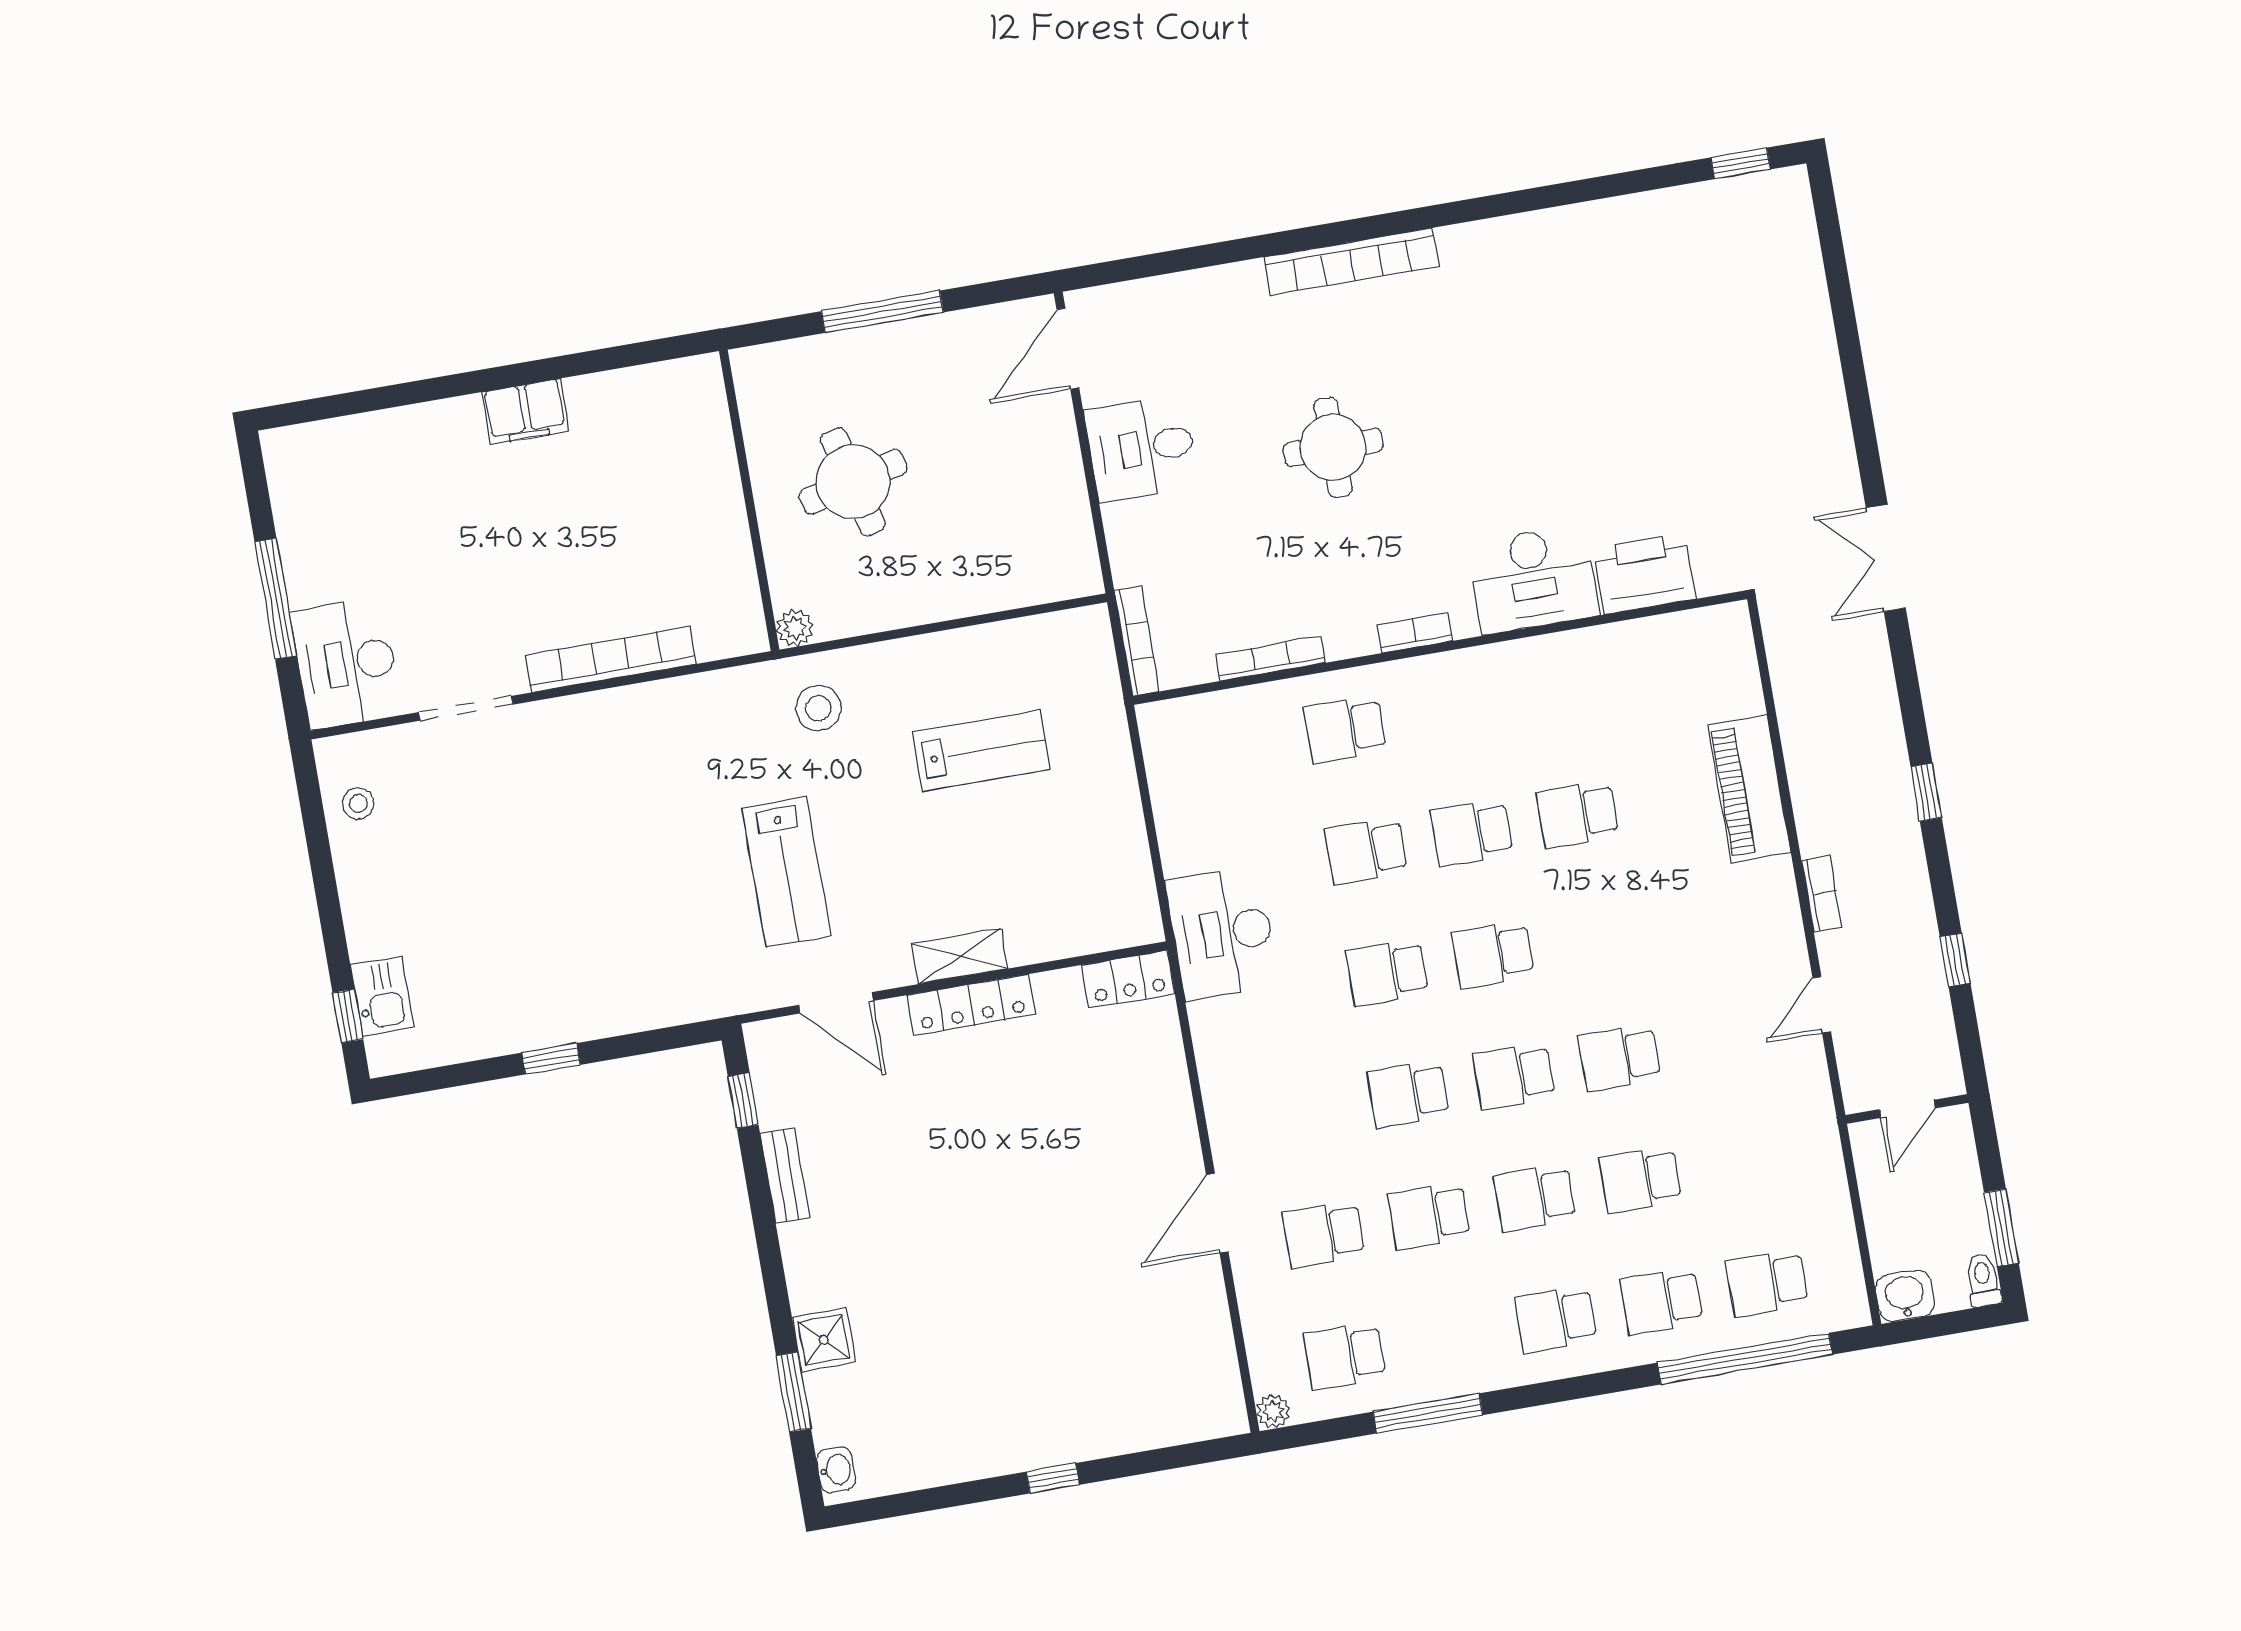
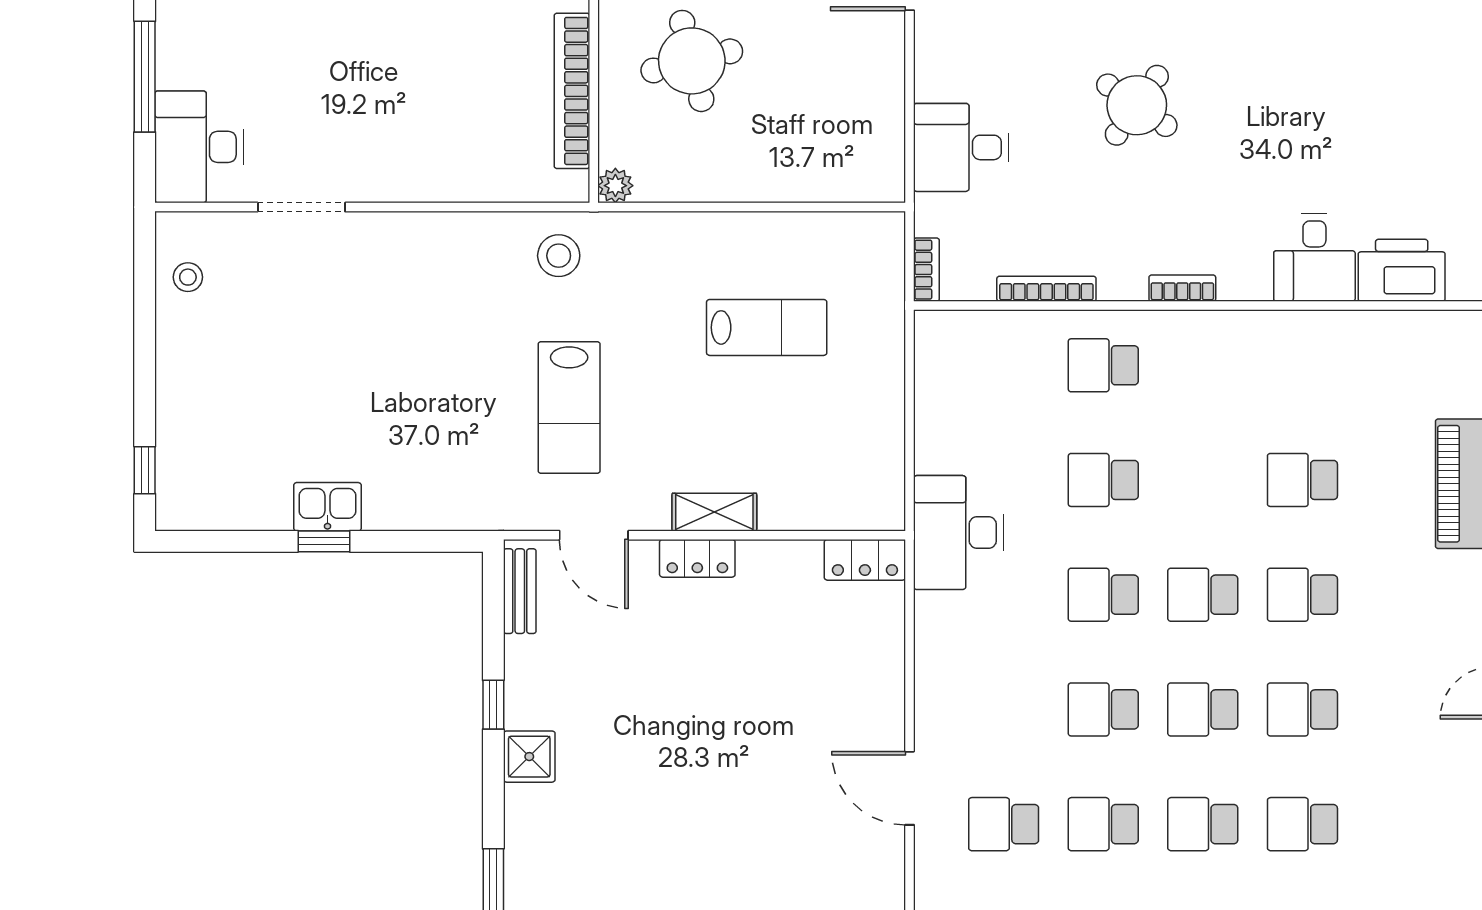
round table: (1333, 447) -> (1137, 105), turned 35
desk: (1141, 448) -> (961, 147), moved
desk: (1533, 579) -> (1314, 258), width x0.73
bookcase: (1137, 641) -> (926, 270), width x0.64
bookcase: (611, 660) -> (572, 91), moved, turned -90
stool: (818, 708) -> (559, 256), moved
school desk: (1472, 833) -> (1302, 595), moved
kitchen sink: (382, 996) -> (327, 507), moved, turned -90
locker: (971, 1005) -> (697, 558), width x0.66
window: (743, 1100) -> (493, 705), moved
bench: (785, 1175) -> (520, 591), moved
door: (1217, 1213) -> (910, 788), hinge flipped
shower: (824, 1340) -> (529, 757), moved

